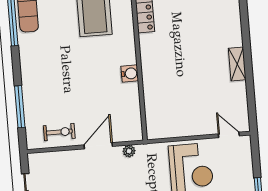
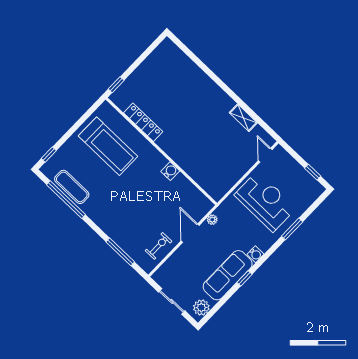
shelving: (237, 64) -> (243, 118), moved
door: (229, 135) -> (265, 155), hinge flipped

